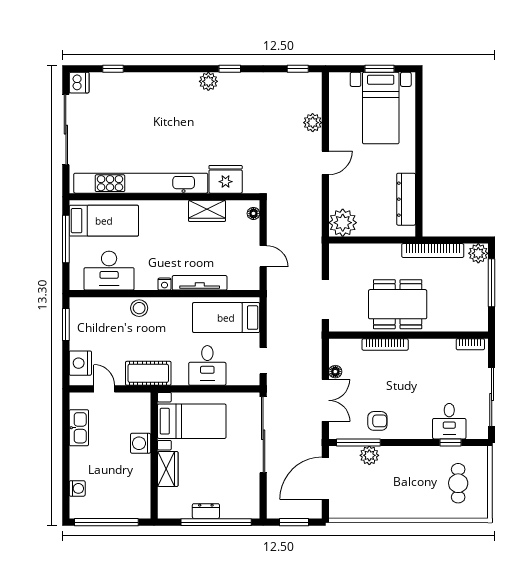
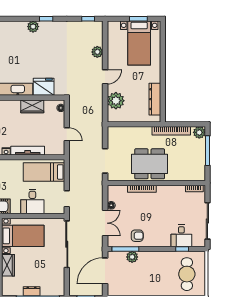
plant: (343, 223) -> (116, 101), moved
cafe table: (458, 483) -> (187, 274), width x1.37, depth x1.35

